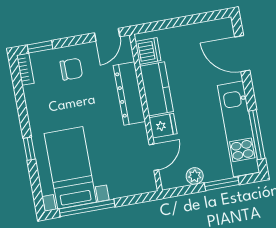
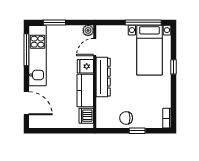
door: (107, 35) -> (111, 131), removed
window: (40, 47) -> (137, 131), moved
chair: (71, 69) -> (126, 118), moved
dresser: (129, 94) -> (103, 77), moved
plant: (195, 176) -> (88, 30), moved

